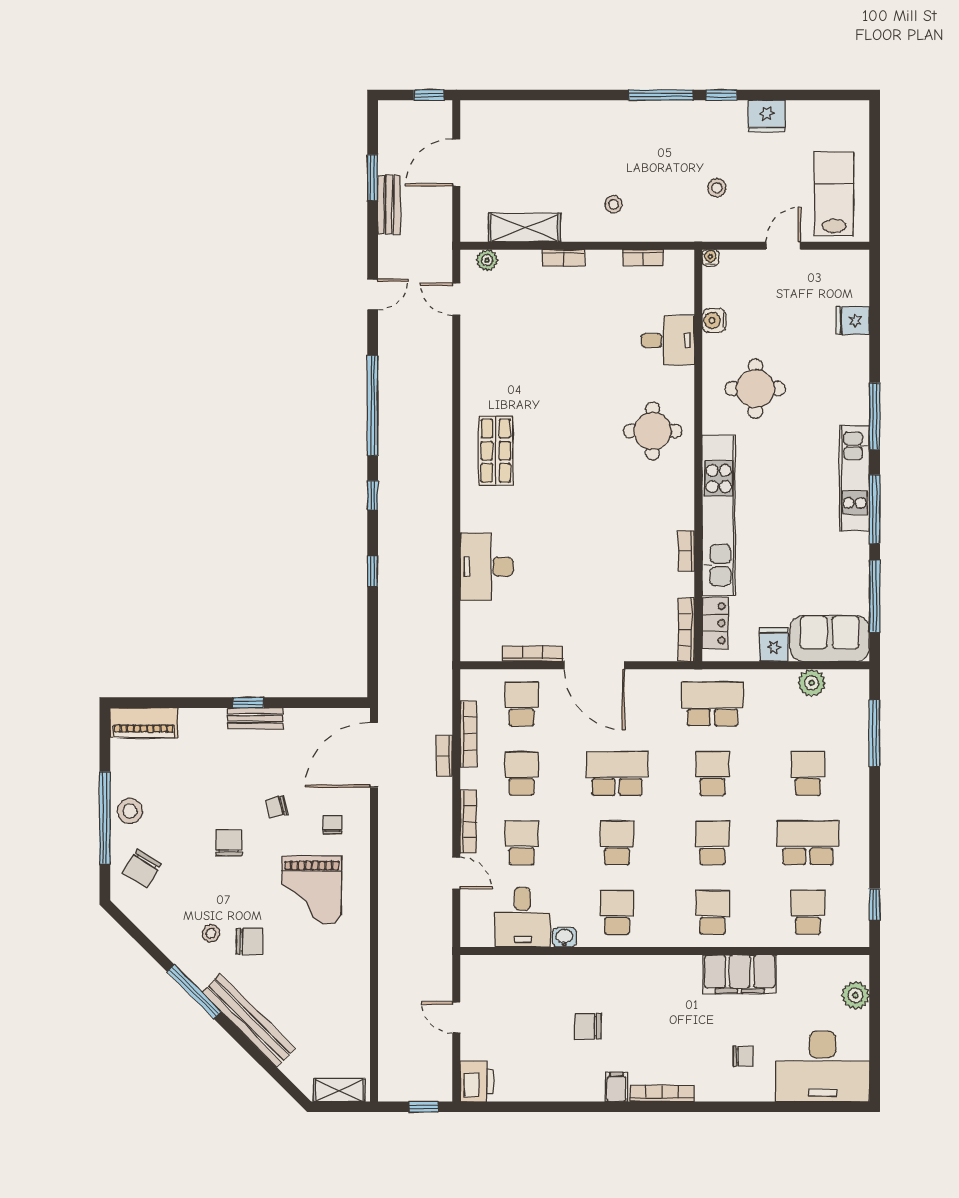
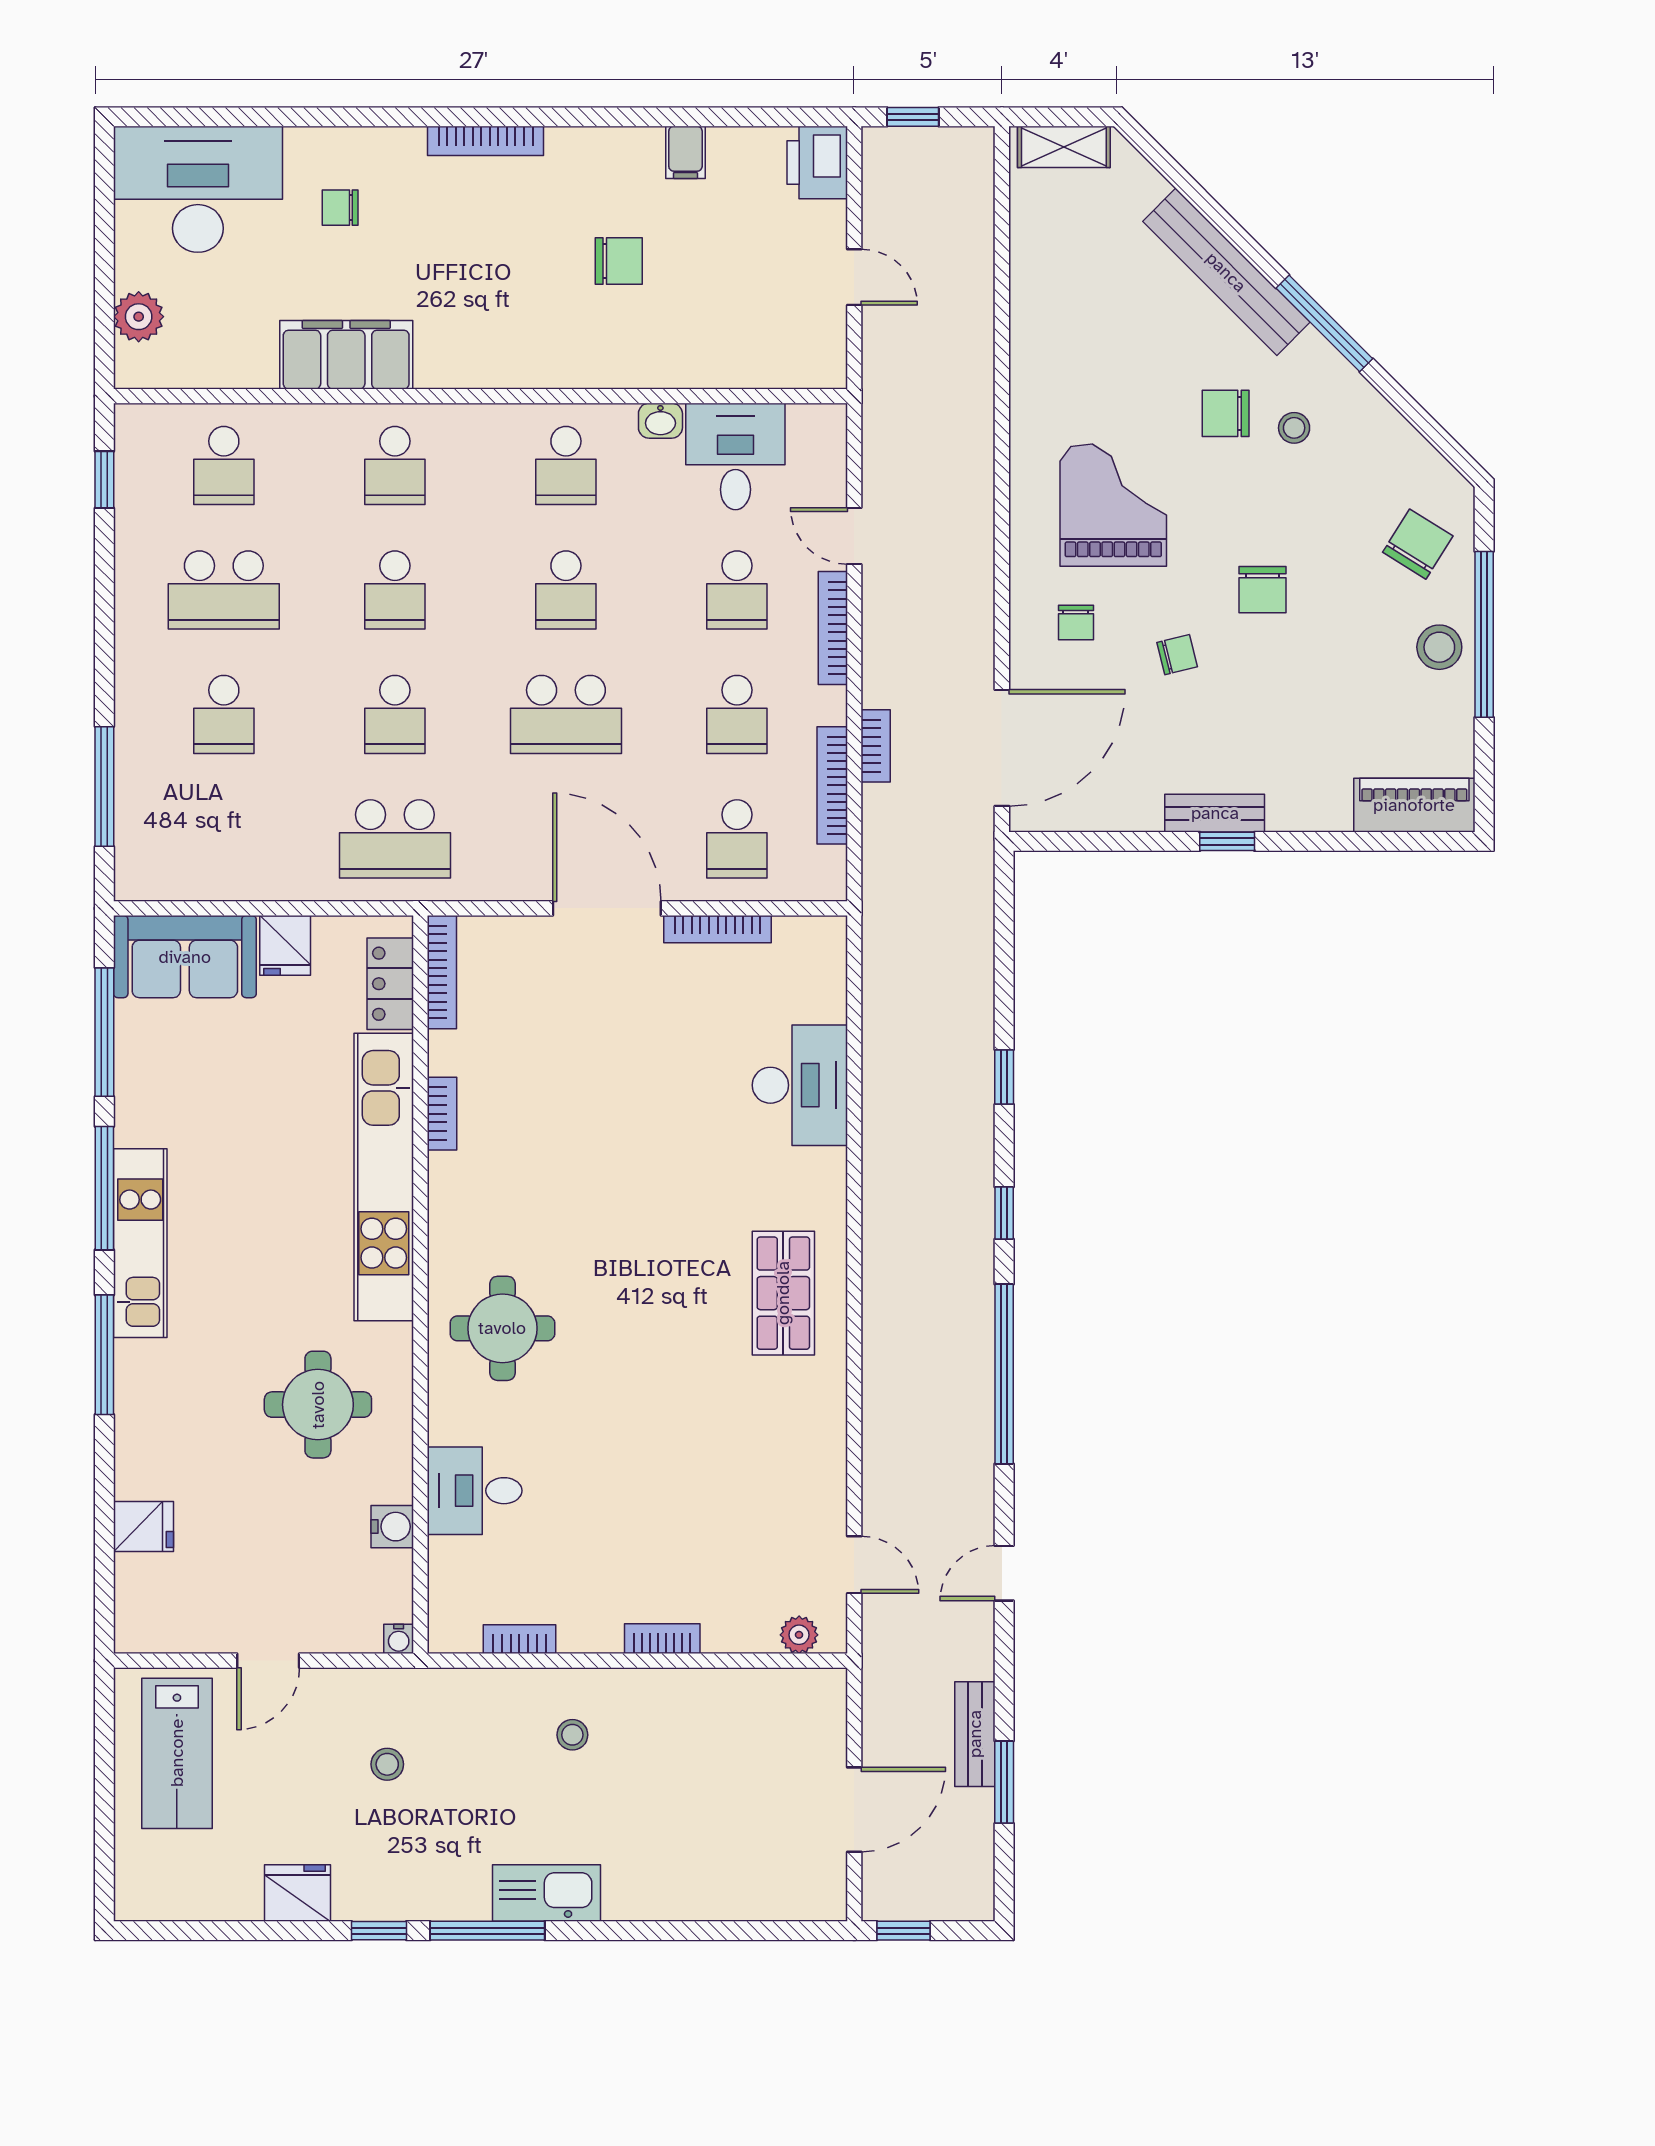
kitchen sink: (628, 116) -> (547, 1893), added
shelving: (525, 227) -> (732, 1693), removed
plant: (812, 683) -> (217, 877), removed
filing cabinet: (617, 1087) -> (685, 152), moved

